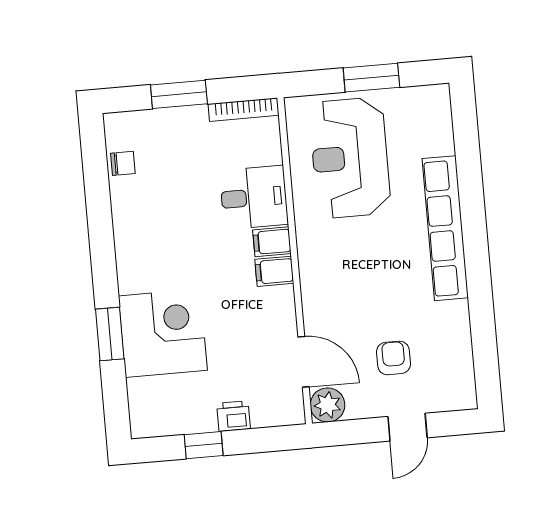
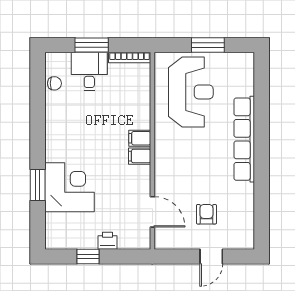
reception desk: (350, 158) -> (191, 92), turned 180
desk: (254, 197) -> (89, 71), moved, turned -90
plant: (328, 405) -> (164, 239), removed

